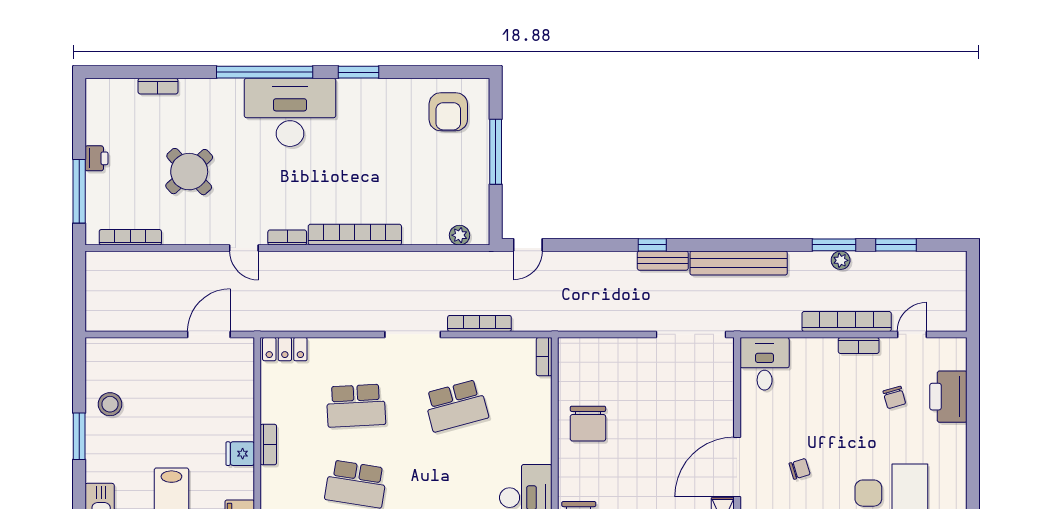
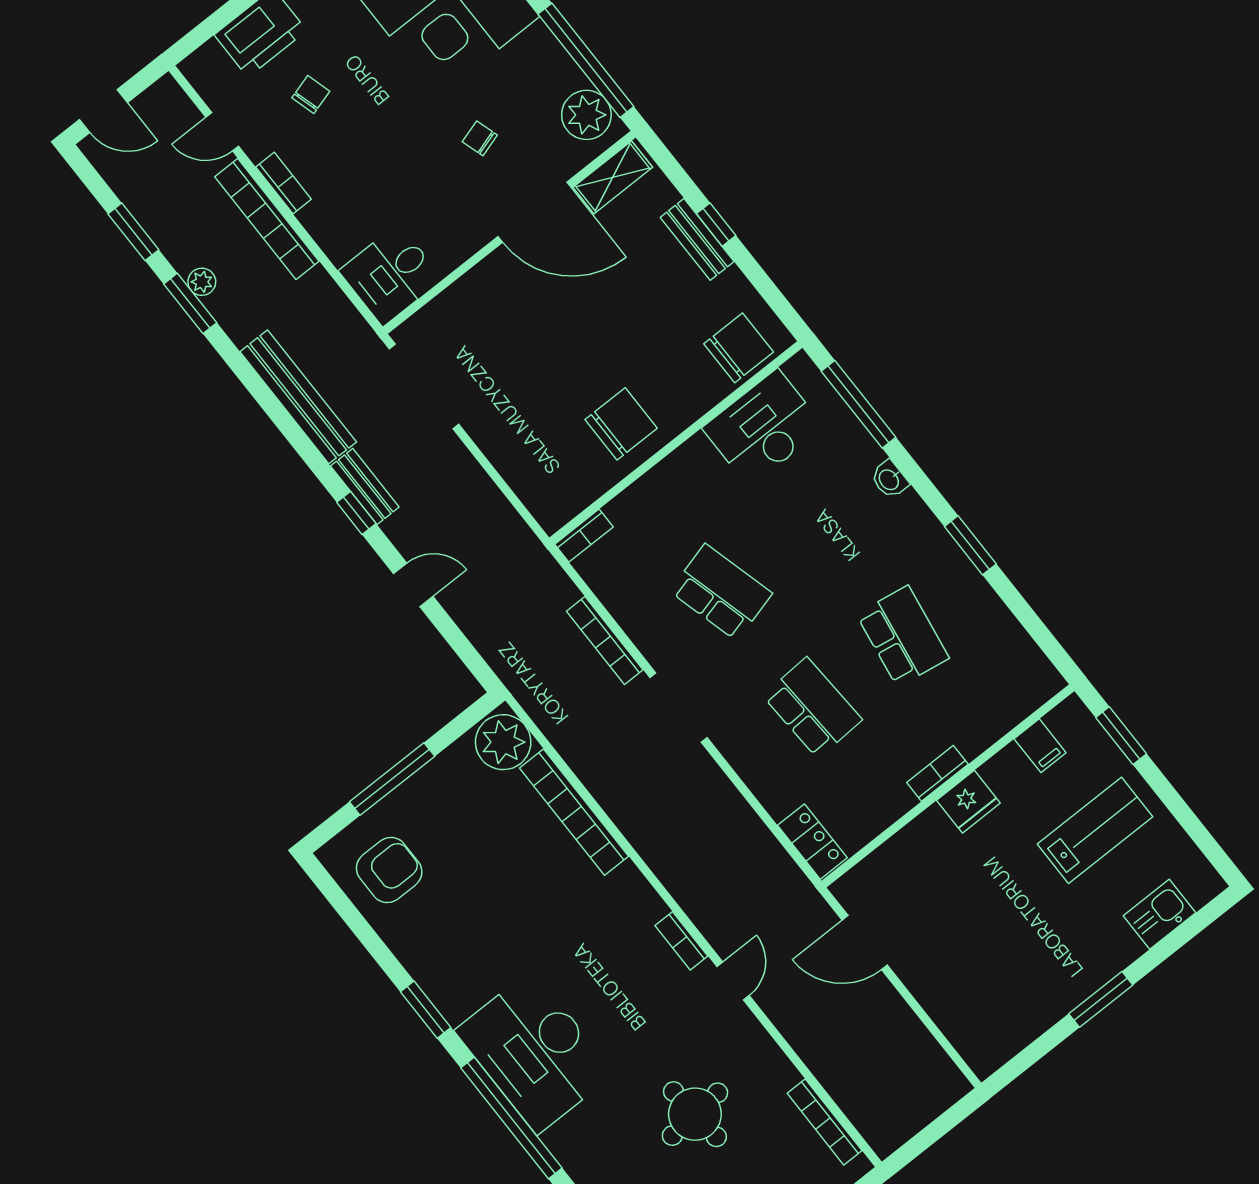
round table: (189, 172) -> (695, 1114), turned 38
bookcase: (355, 235) -> (574, 812), moved
plant: (460, 235) -> (503, 742), width x1.88, depth x1.88
door: (528, 245) -> (413, 585), moved
door: (973, 280) -> (104, 111), added
stool: (110, 404) -> (1036, 993), removed
fridge: (240, 454) -> (968, 802), width x1.38

